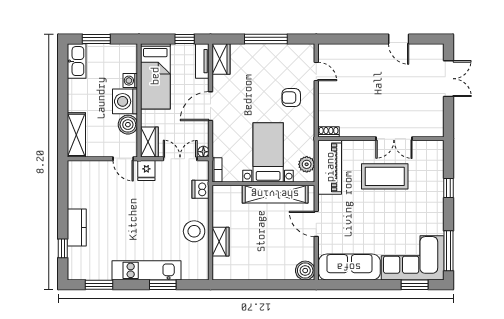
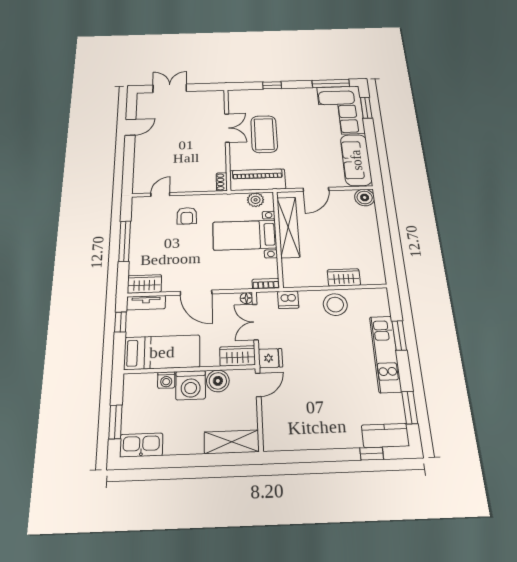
kitchen counter: (77, 227) -> (385, 435), moved

